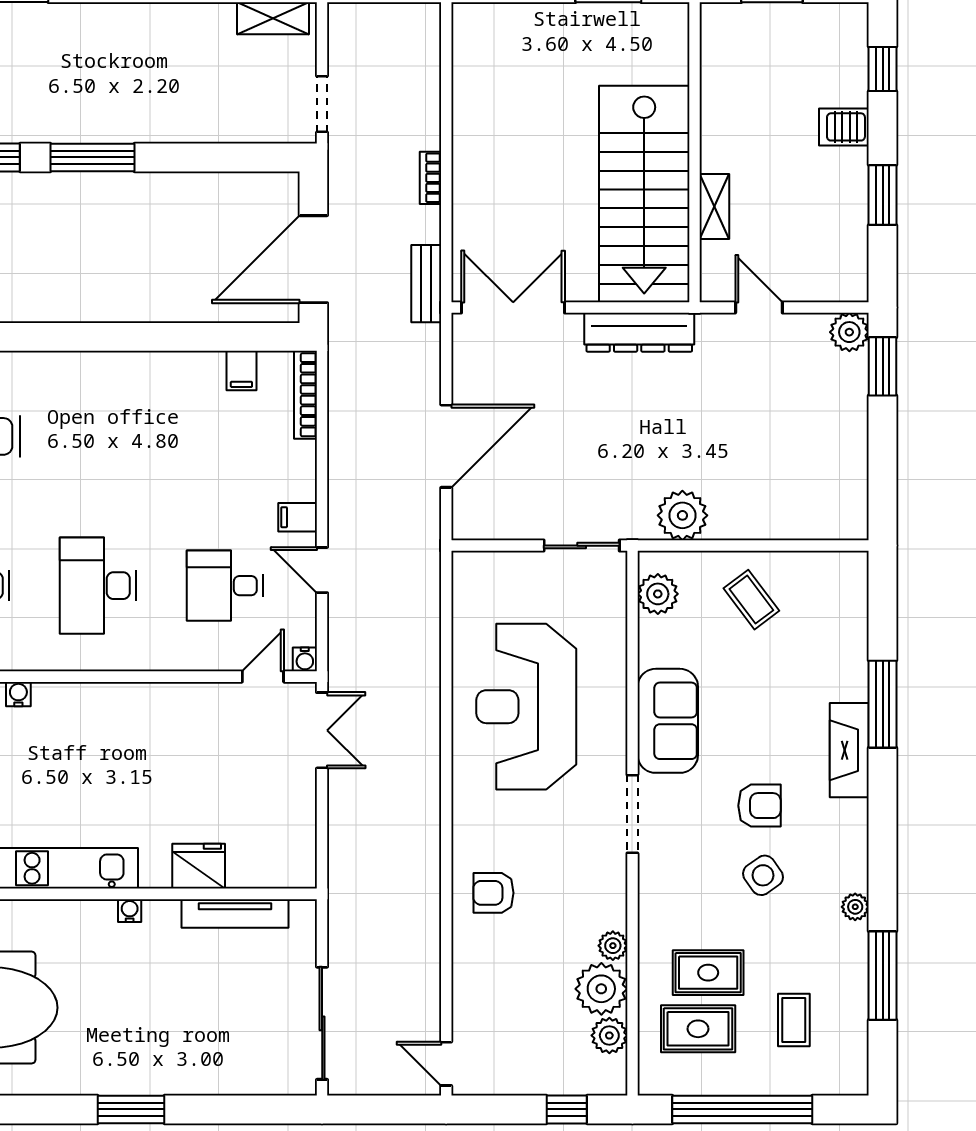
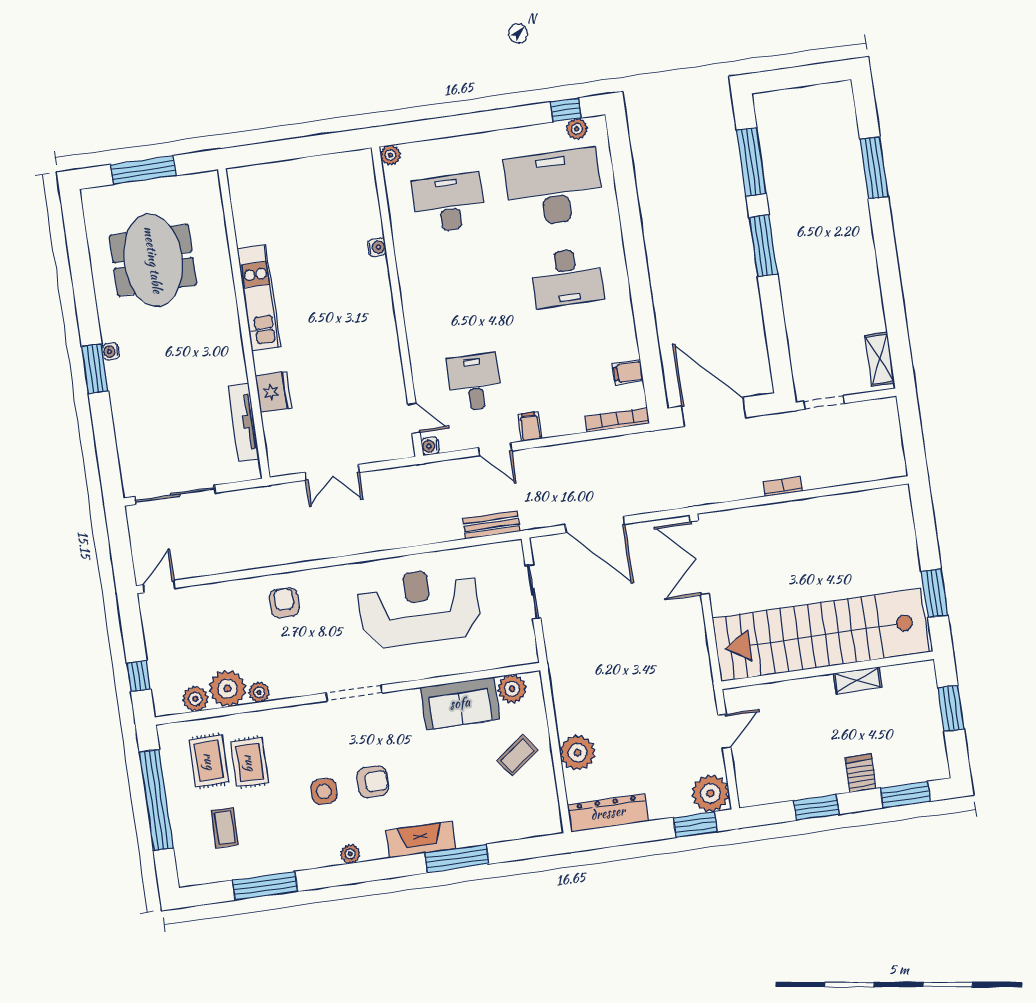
window: (883, 69) -> (905, 795), width x1.50
stairs: (644, 194) -> (821, 635), width x1.36
shelving: (714, 207) -> (857, 680), moved
bench: (426, 284) -> (491, 525), moved
double door: (513, 308) -> (700, 558), swing flipped
dresser: (639, 332) -> (608, 813), moved, turned 90
plant: (849, 332) -> (710, 793), width x1.36, depth x1.36
plant: (682, 515) -> (578, 753), moved
sliding door: (582, 546) -> (533, 592), moved
door: (322, 570) -> (495, 449), swing flipped
desk: (98, 586) -> (567, 277), moved, turned 180
sofa: (668, 721) -> (460, 703), moved
double door: (322, 730) -> (332, 472), moved
armchair: (759, 806) -> (373, 782), turned -90
side table: (763, 875) -> (324, 791), turned 35
plant: (855, 907) -> (350, 854), moved
water cooler: (130, 911) -> (111, 352), moved, turned 180
coffee table: (794, 1020) -> (225, 828), turned 90

